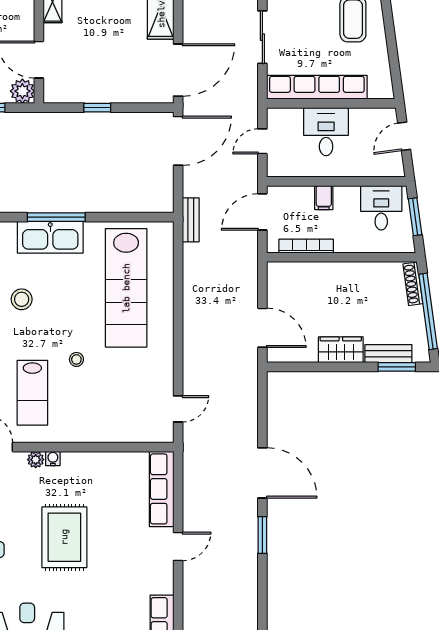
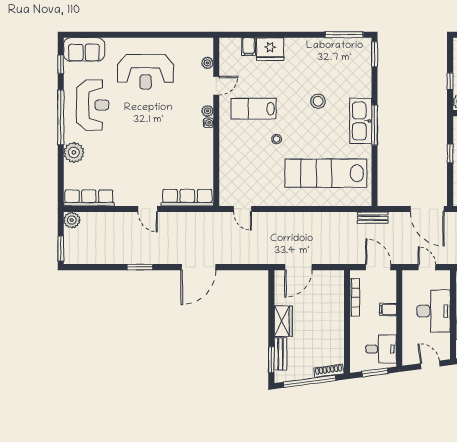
desk: (326, 132) -> (434, 311), width x1.37
window: (262, 535) -> (140, 267), moved
rug: (64, 537) -> (154, 131), removed

